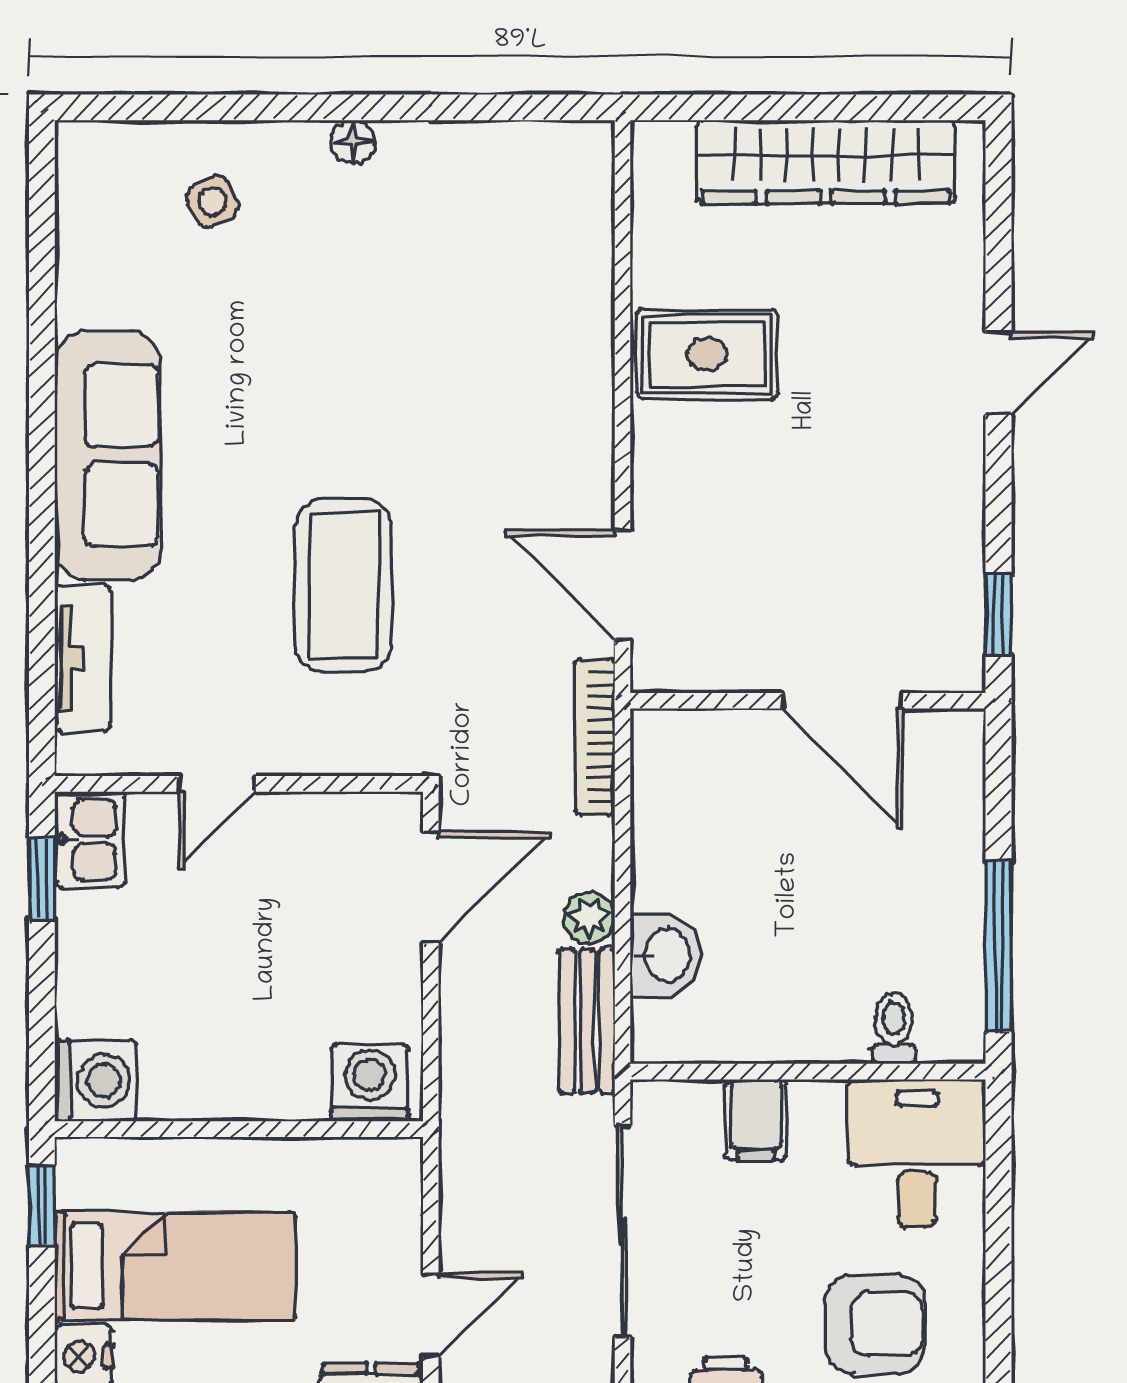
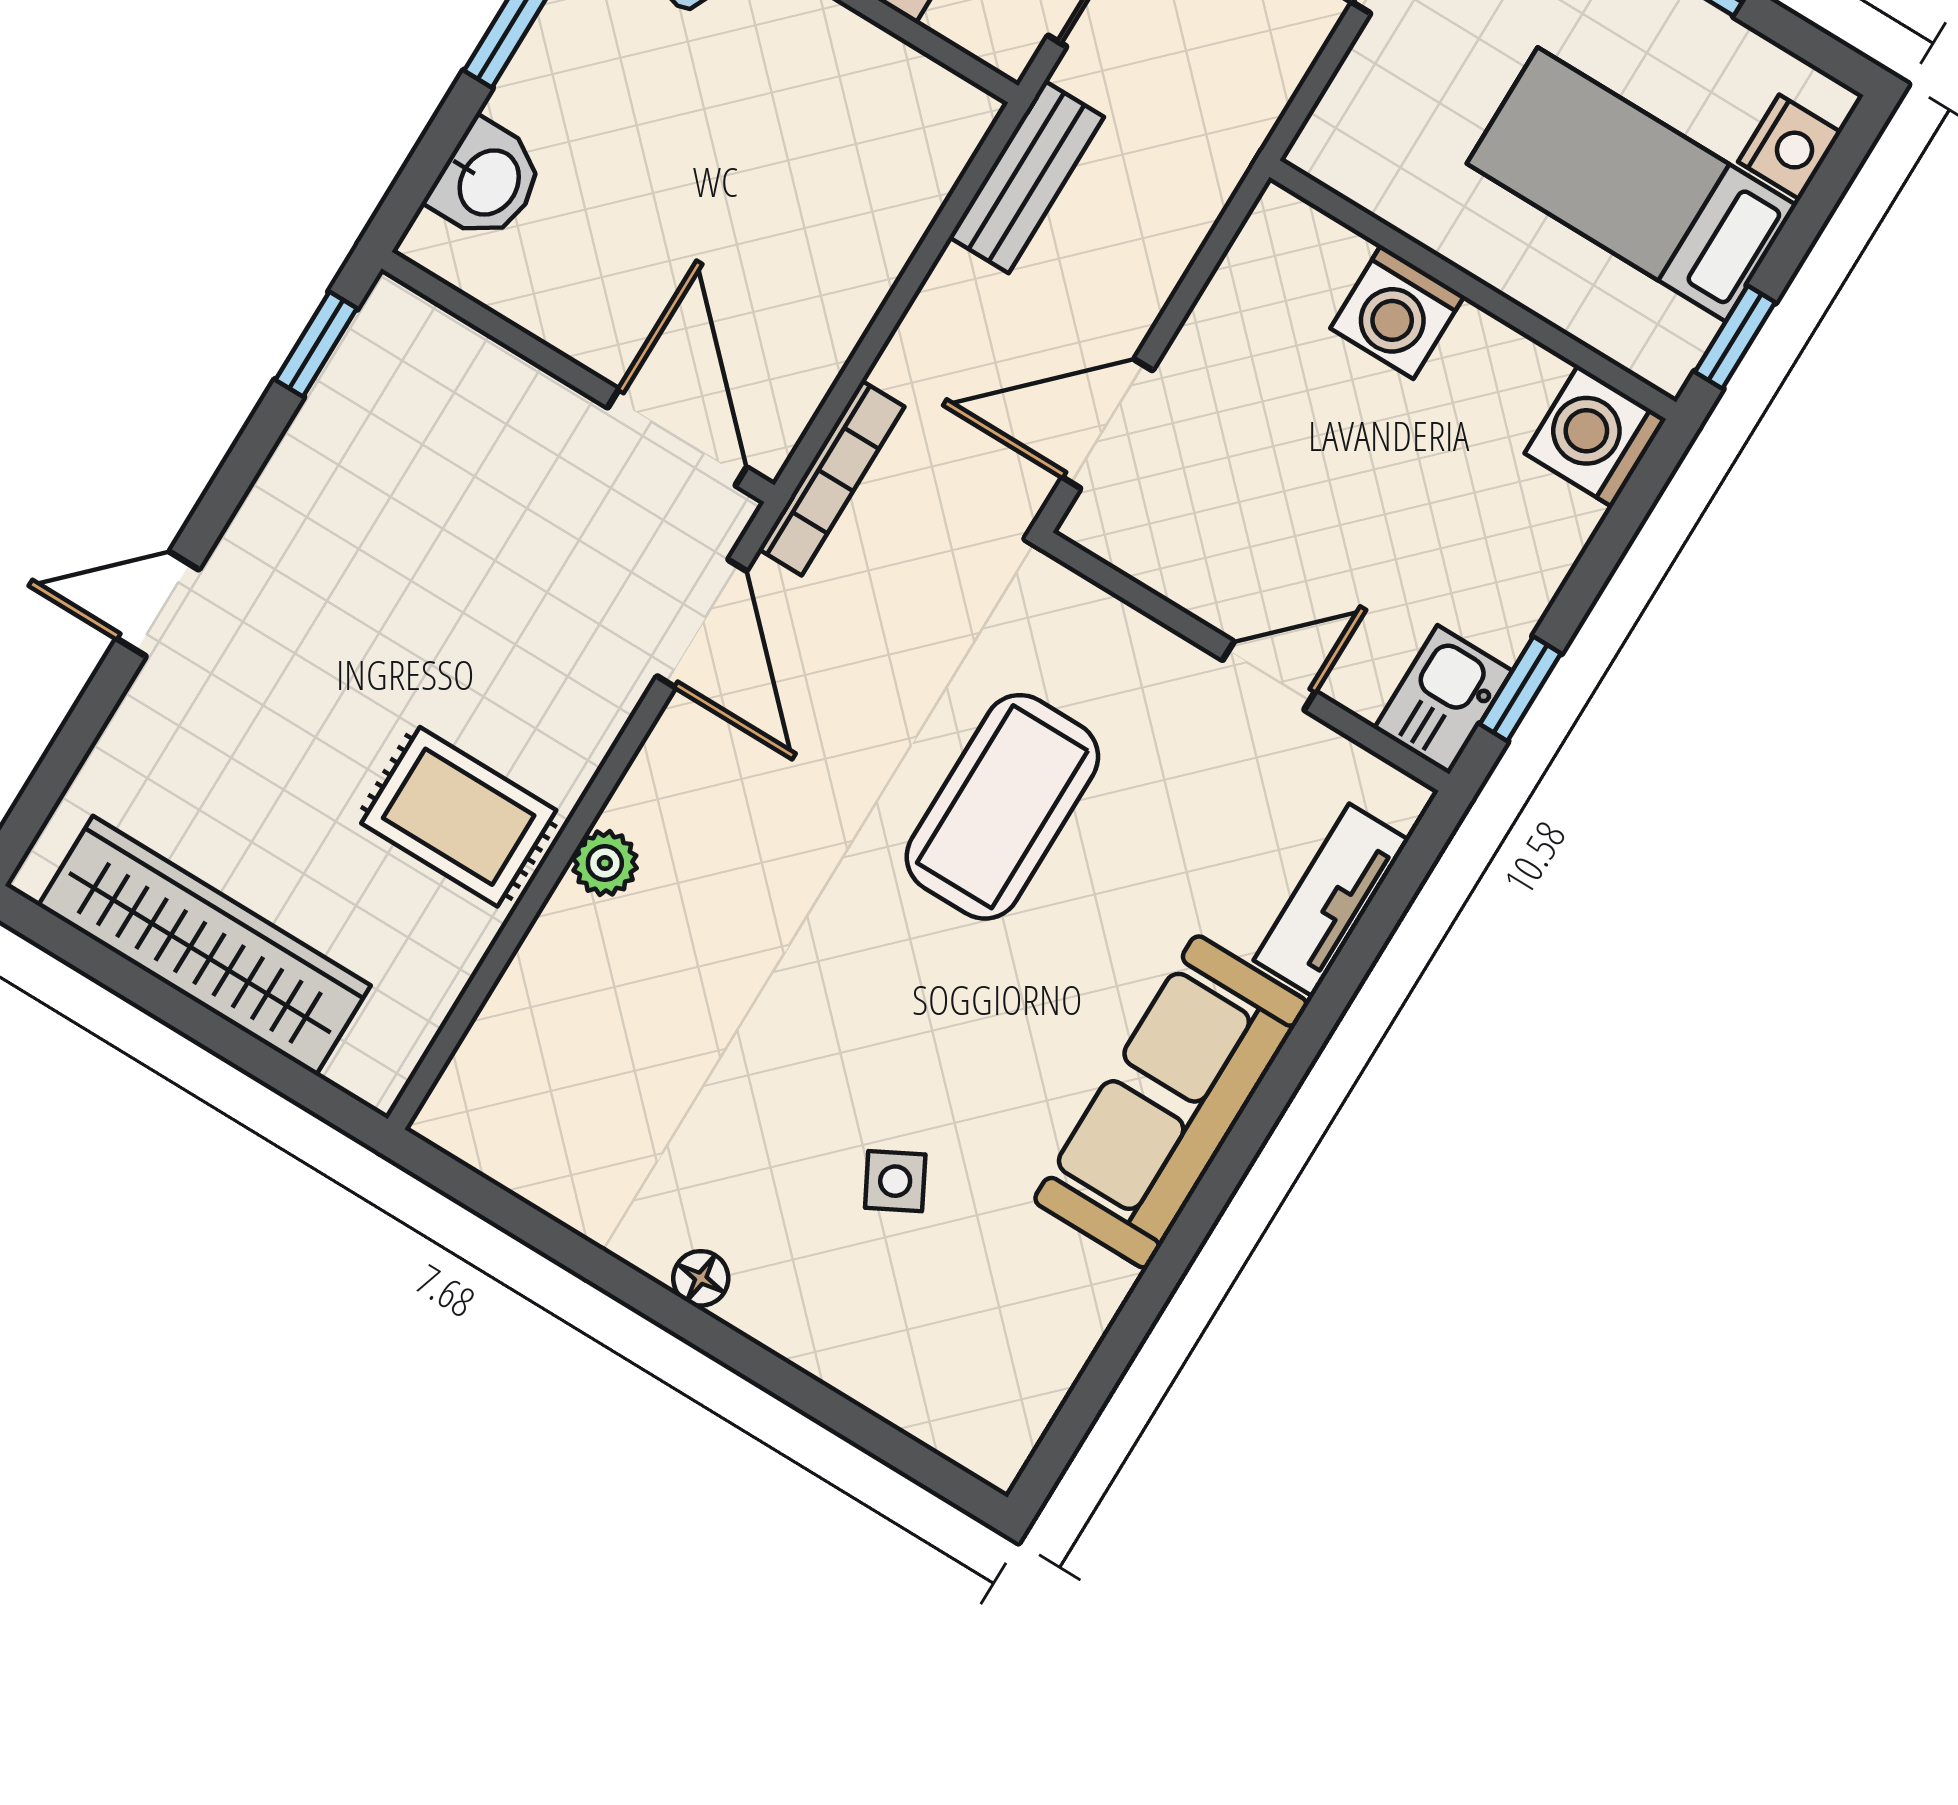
side table: (213, 202) -> (895, 1181), moved
door: (842, 701) -> (677, 437), moved
plant: (589, 918) -> (605, 863), moved
washbasin: (666, 955) -> (487, 181), moved, turned 180
washing machine: (370, 1083) -> (1397, 312), moved

